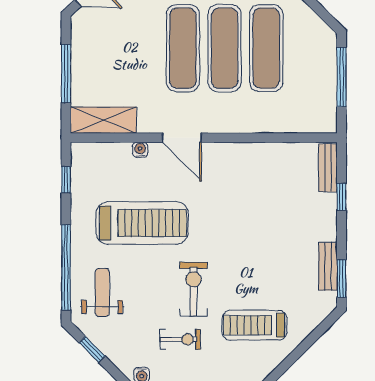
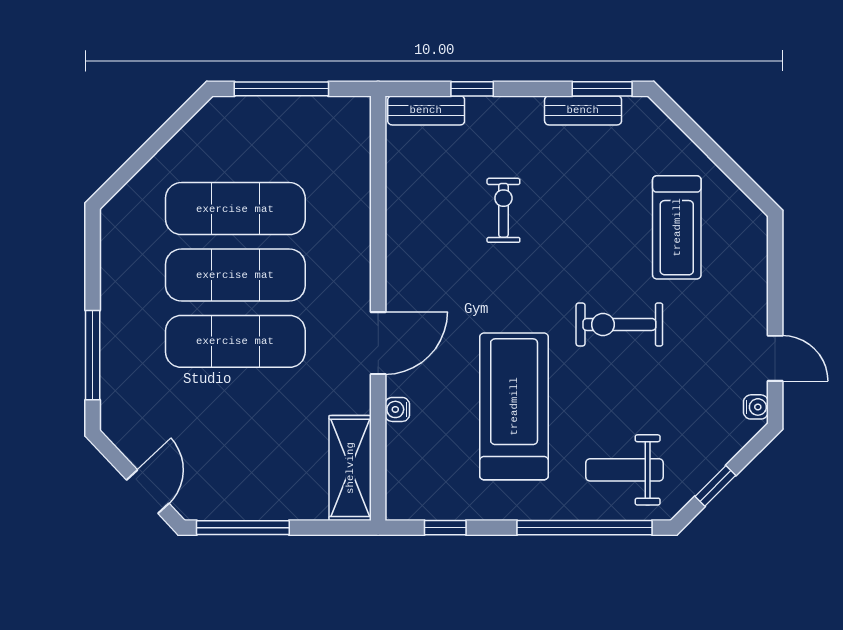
window: (66, 74) -> (243, 528), moved
exercise bike: (180, 339) -> (503, 210), moved

